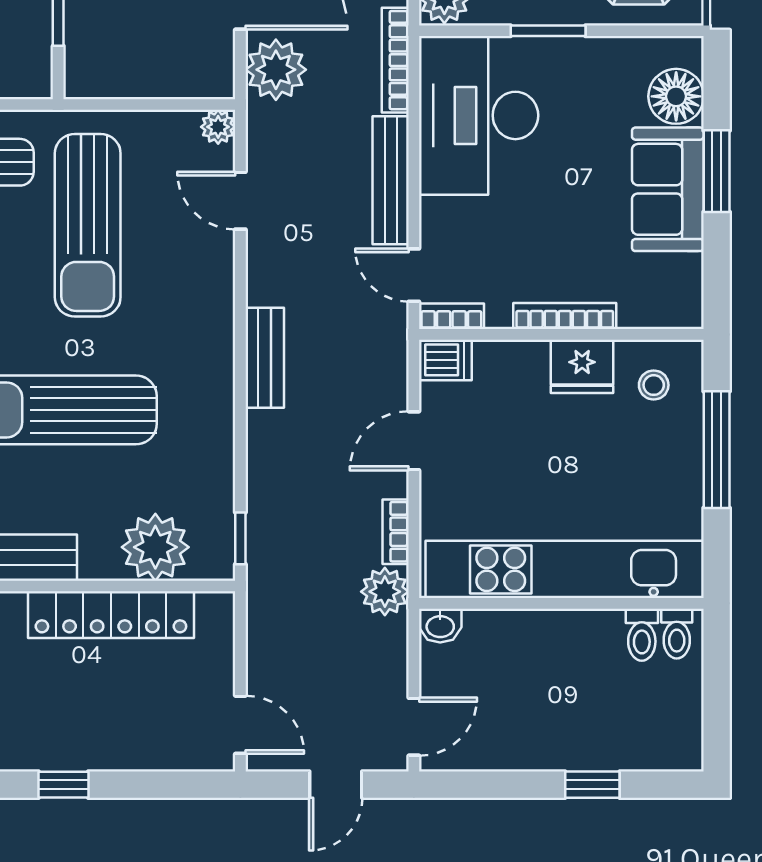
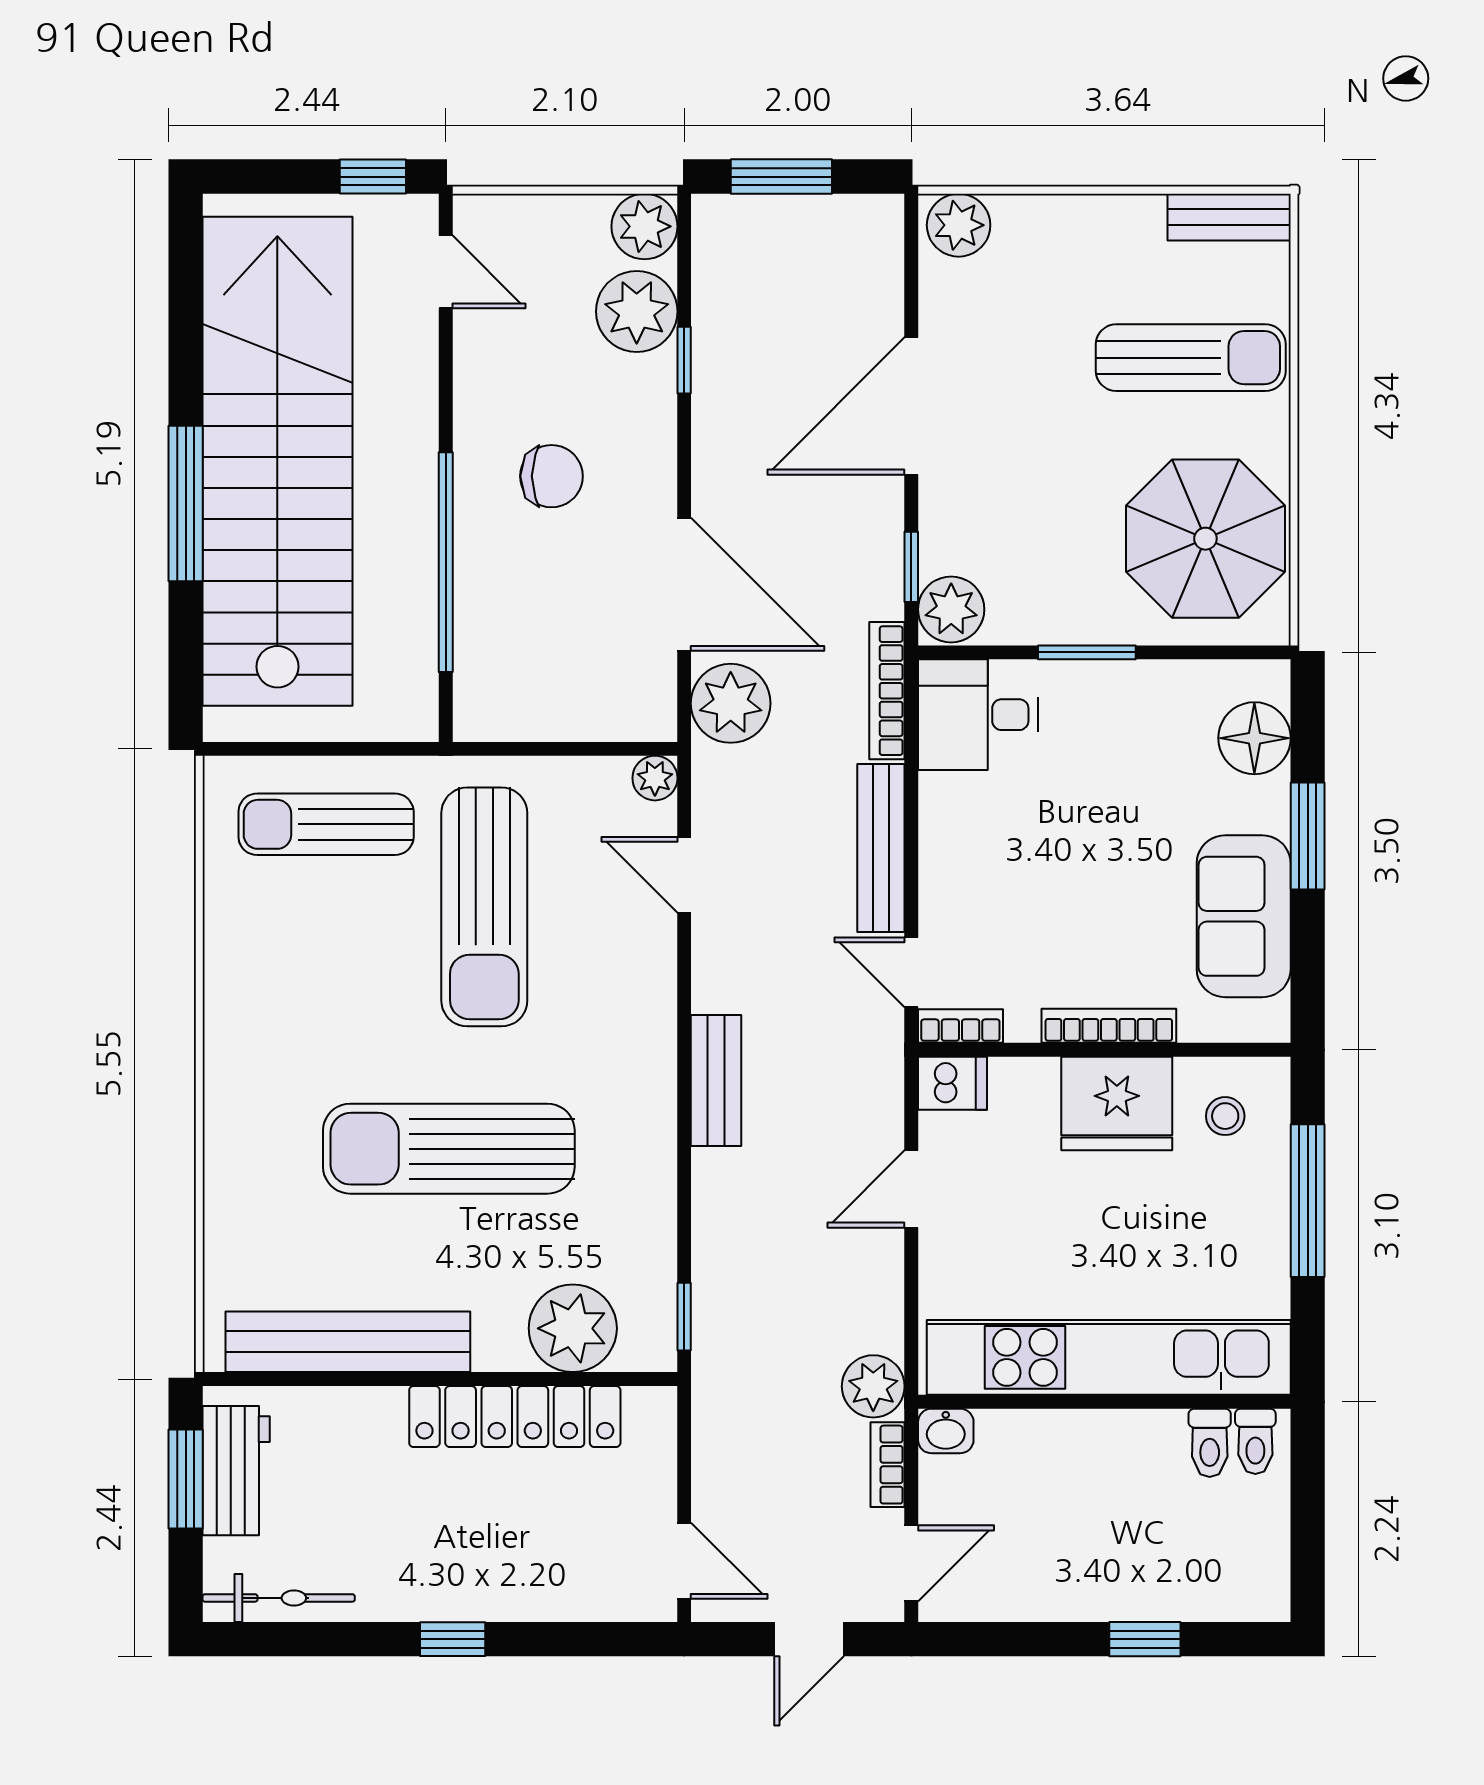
desk: (479, 115) -> (978, 715), width x0.53, depth x0.77
sofa: (668, 189) -> (1244, 916), moved
fridge: (582, 366) -> (1117, 1104), width x1.36, depth x1.34
bookcase: (396, 532) -> (888, 1465), moved

